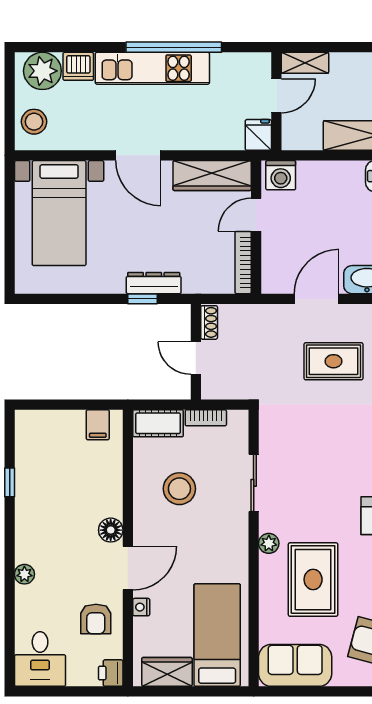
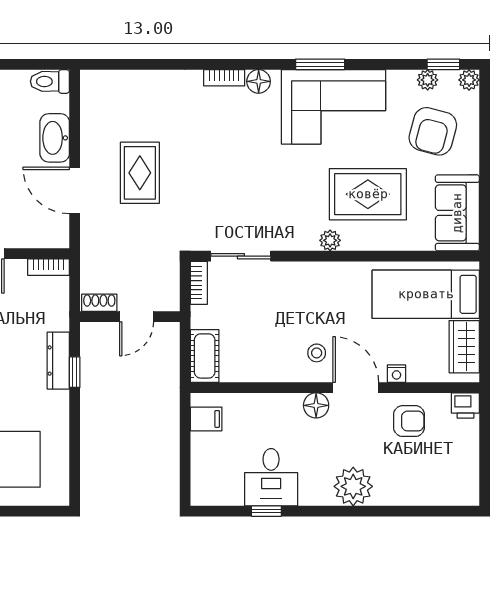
bookcase: (243, 263) -> (49, 267), width x0.64
bookcase: (206, 418) -> (199, 283), moved
sliding door: (254, 483) -> (241, 256), moved
stool: (179, 489) -> (317, 353), moved, width x0.53, depth x0.53
plant: (24, 574) -> (353, 486), width x1.88, depth x1.88
desk: (40, 659) -> (271, 477), moved, turned 90

